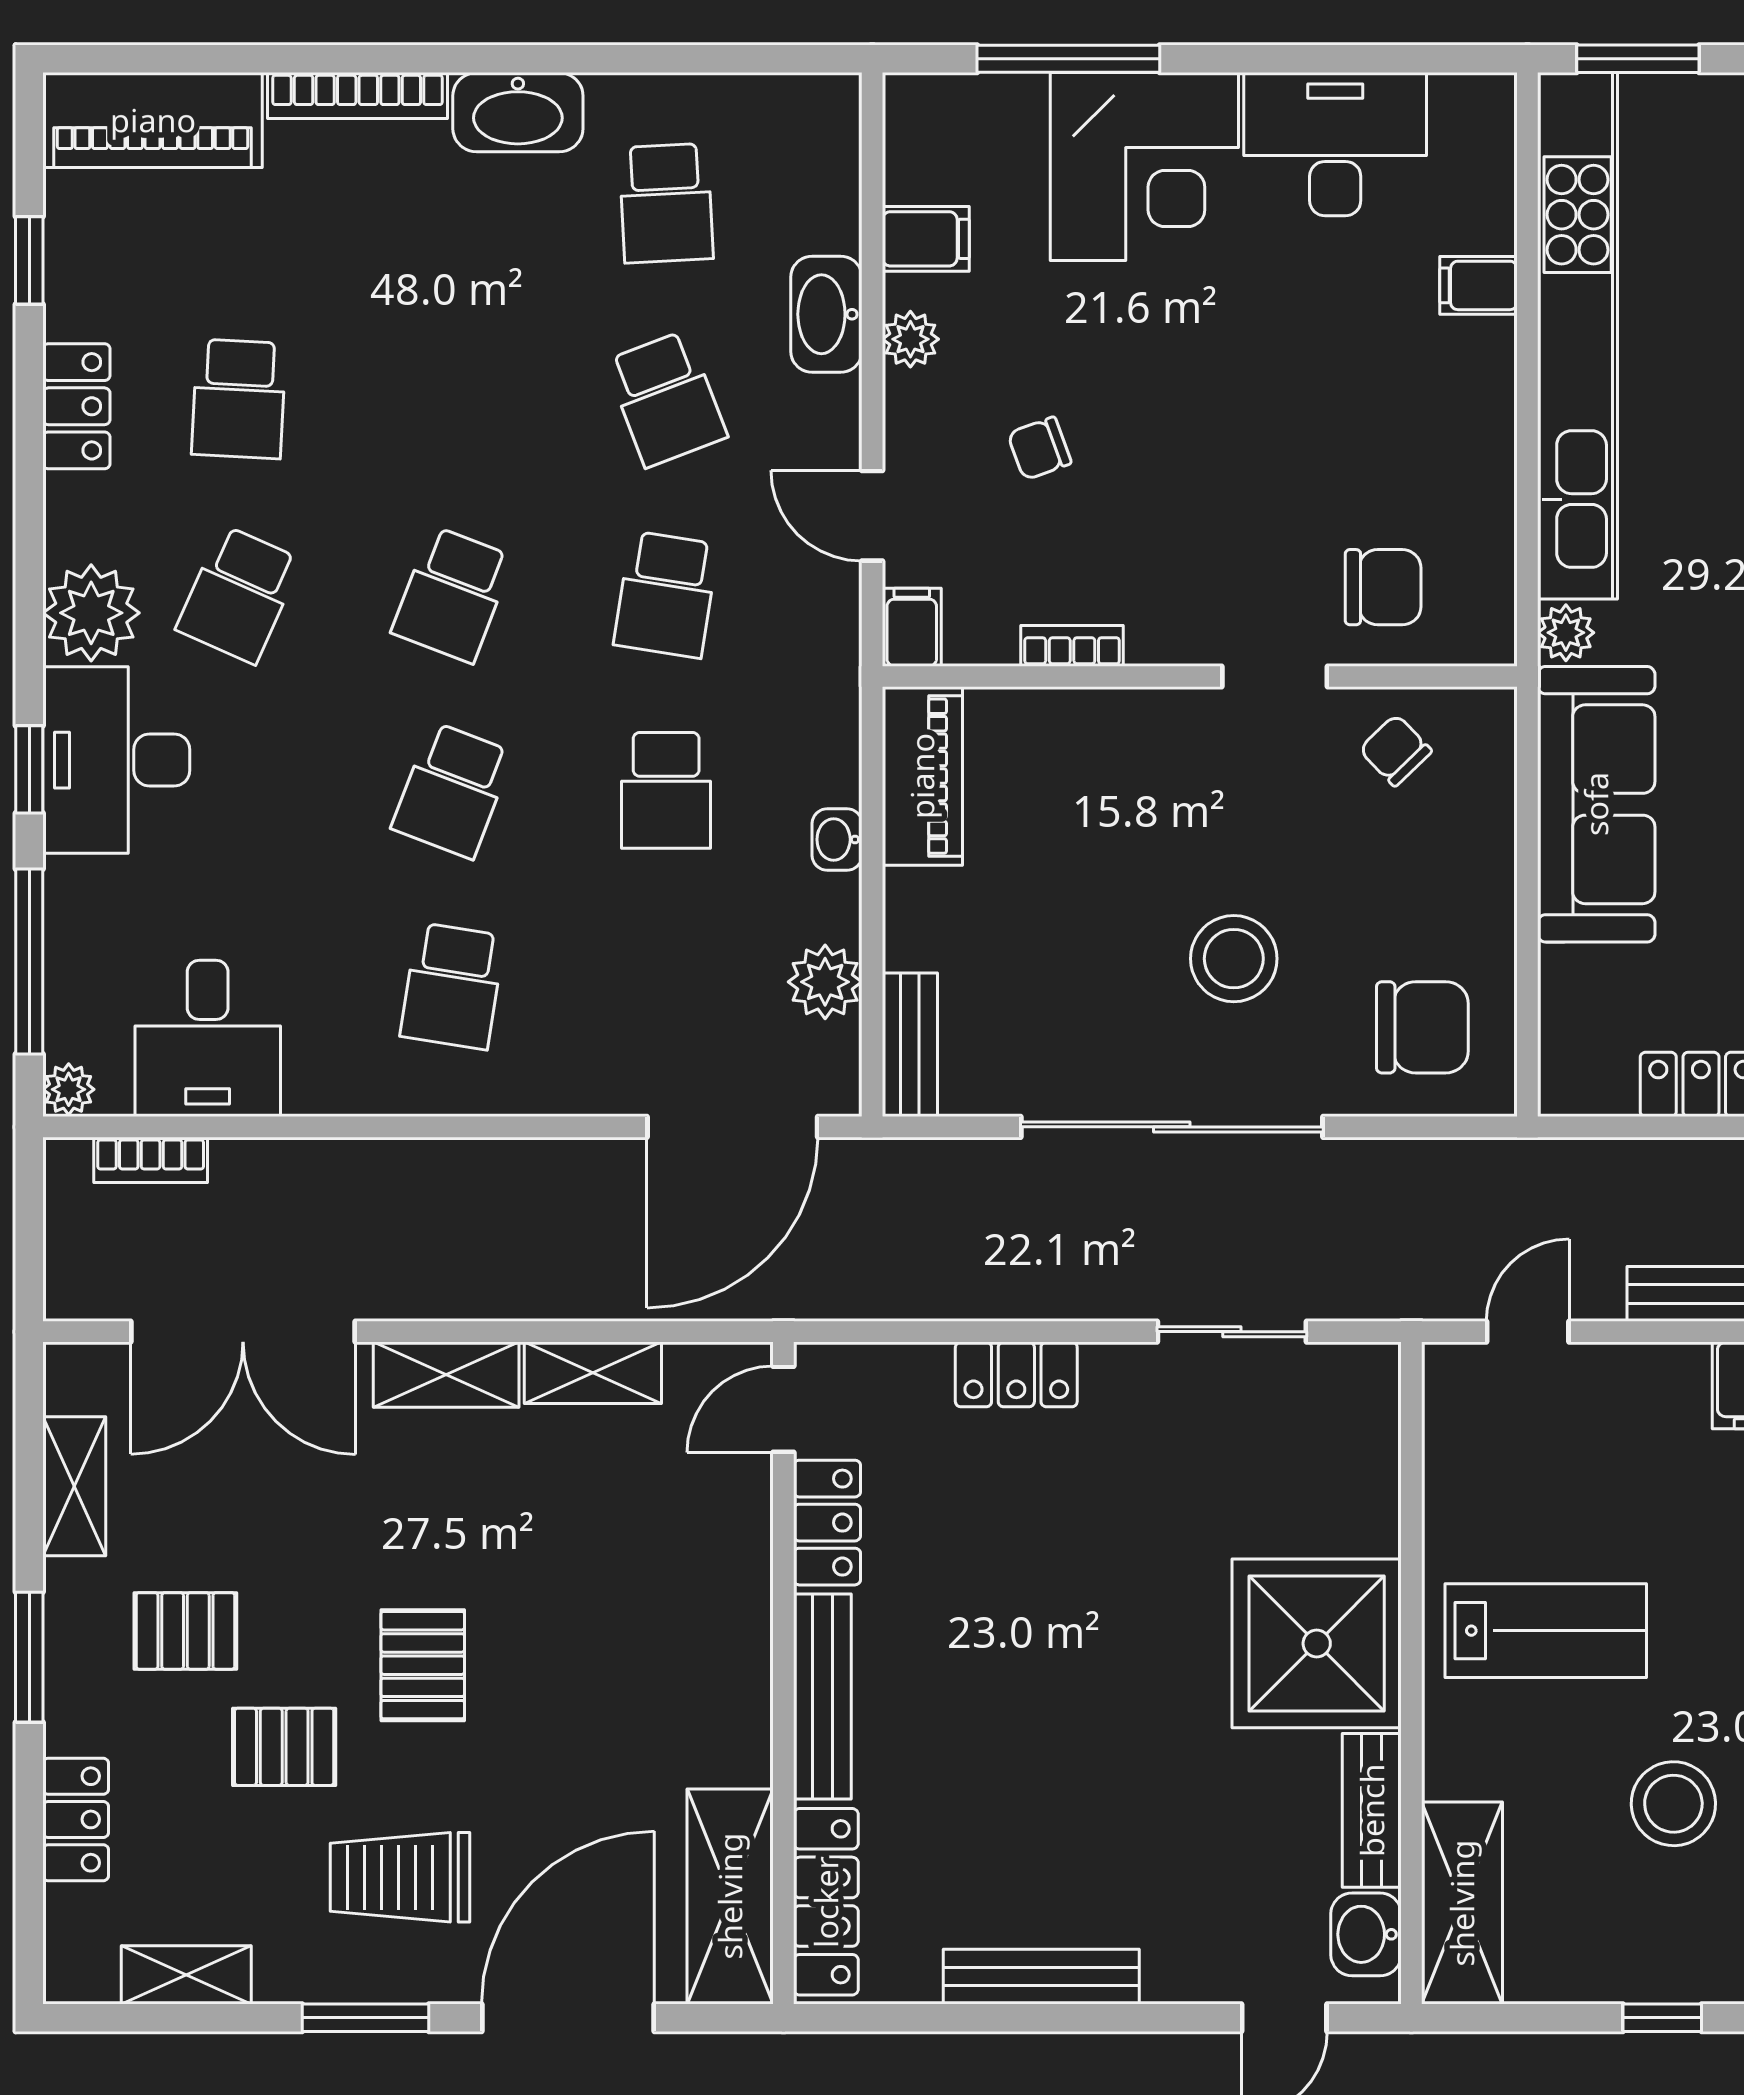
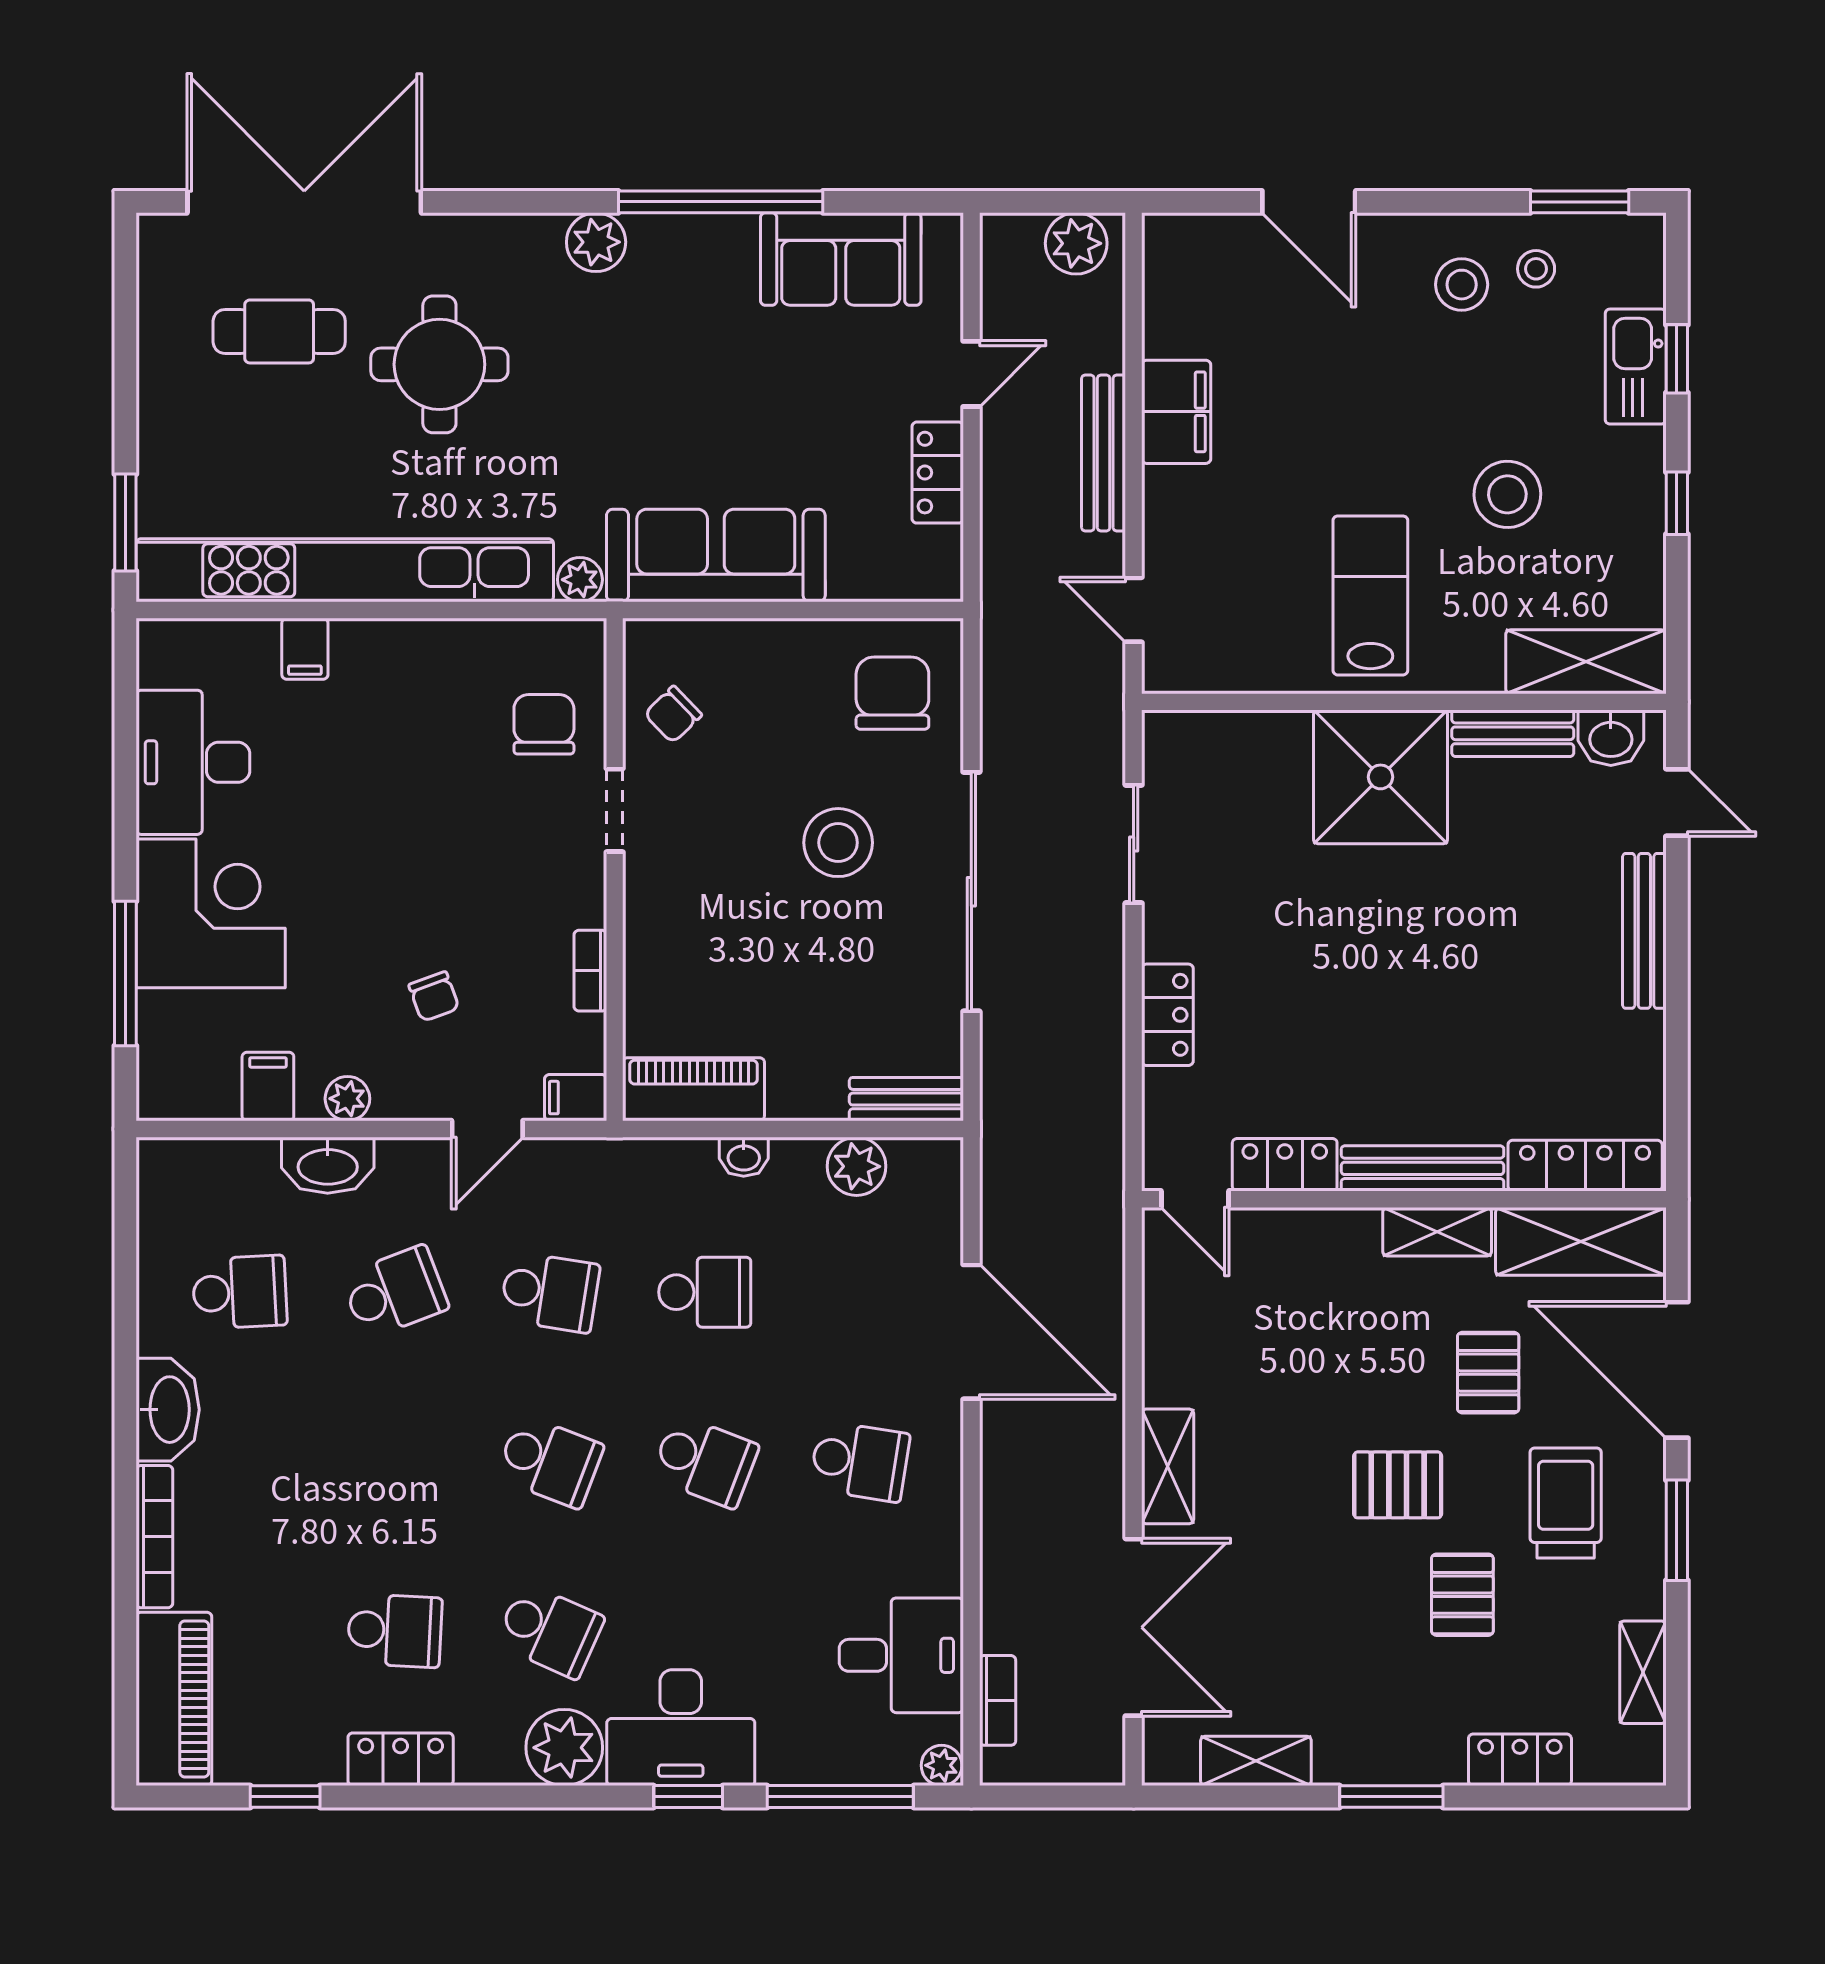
door: (732, 1127) -> (971, 1332), moved
shelving: (593, 1373) -> (1437, 1232), moved, turned 90
pallet: (185, 1631) -> (1488, 1373), moved
trolley: (400, 1877) -> (1566, 1503), turned 180
bench: (1041, 1977) -> (1644, 931), moved

